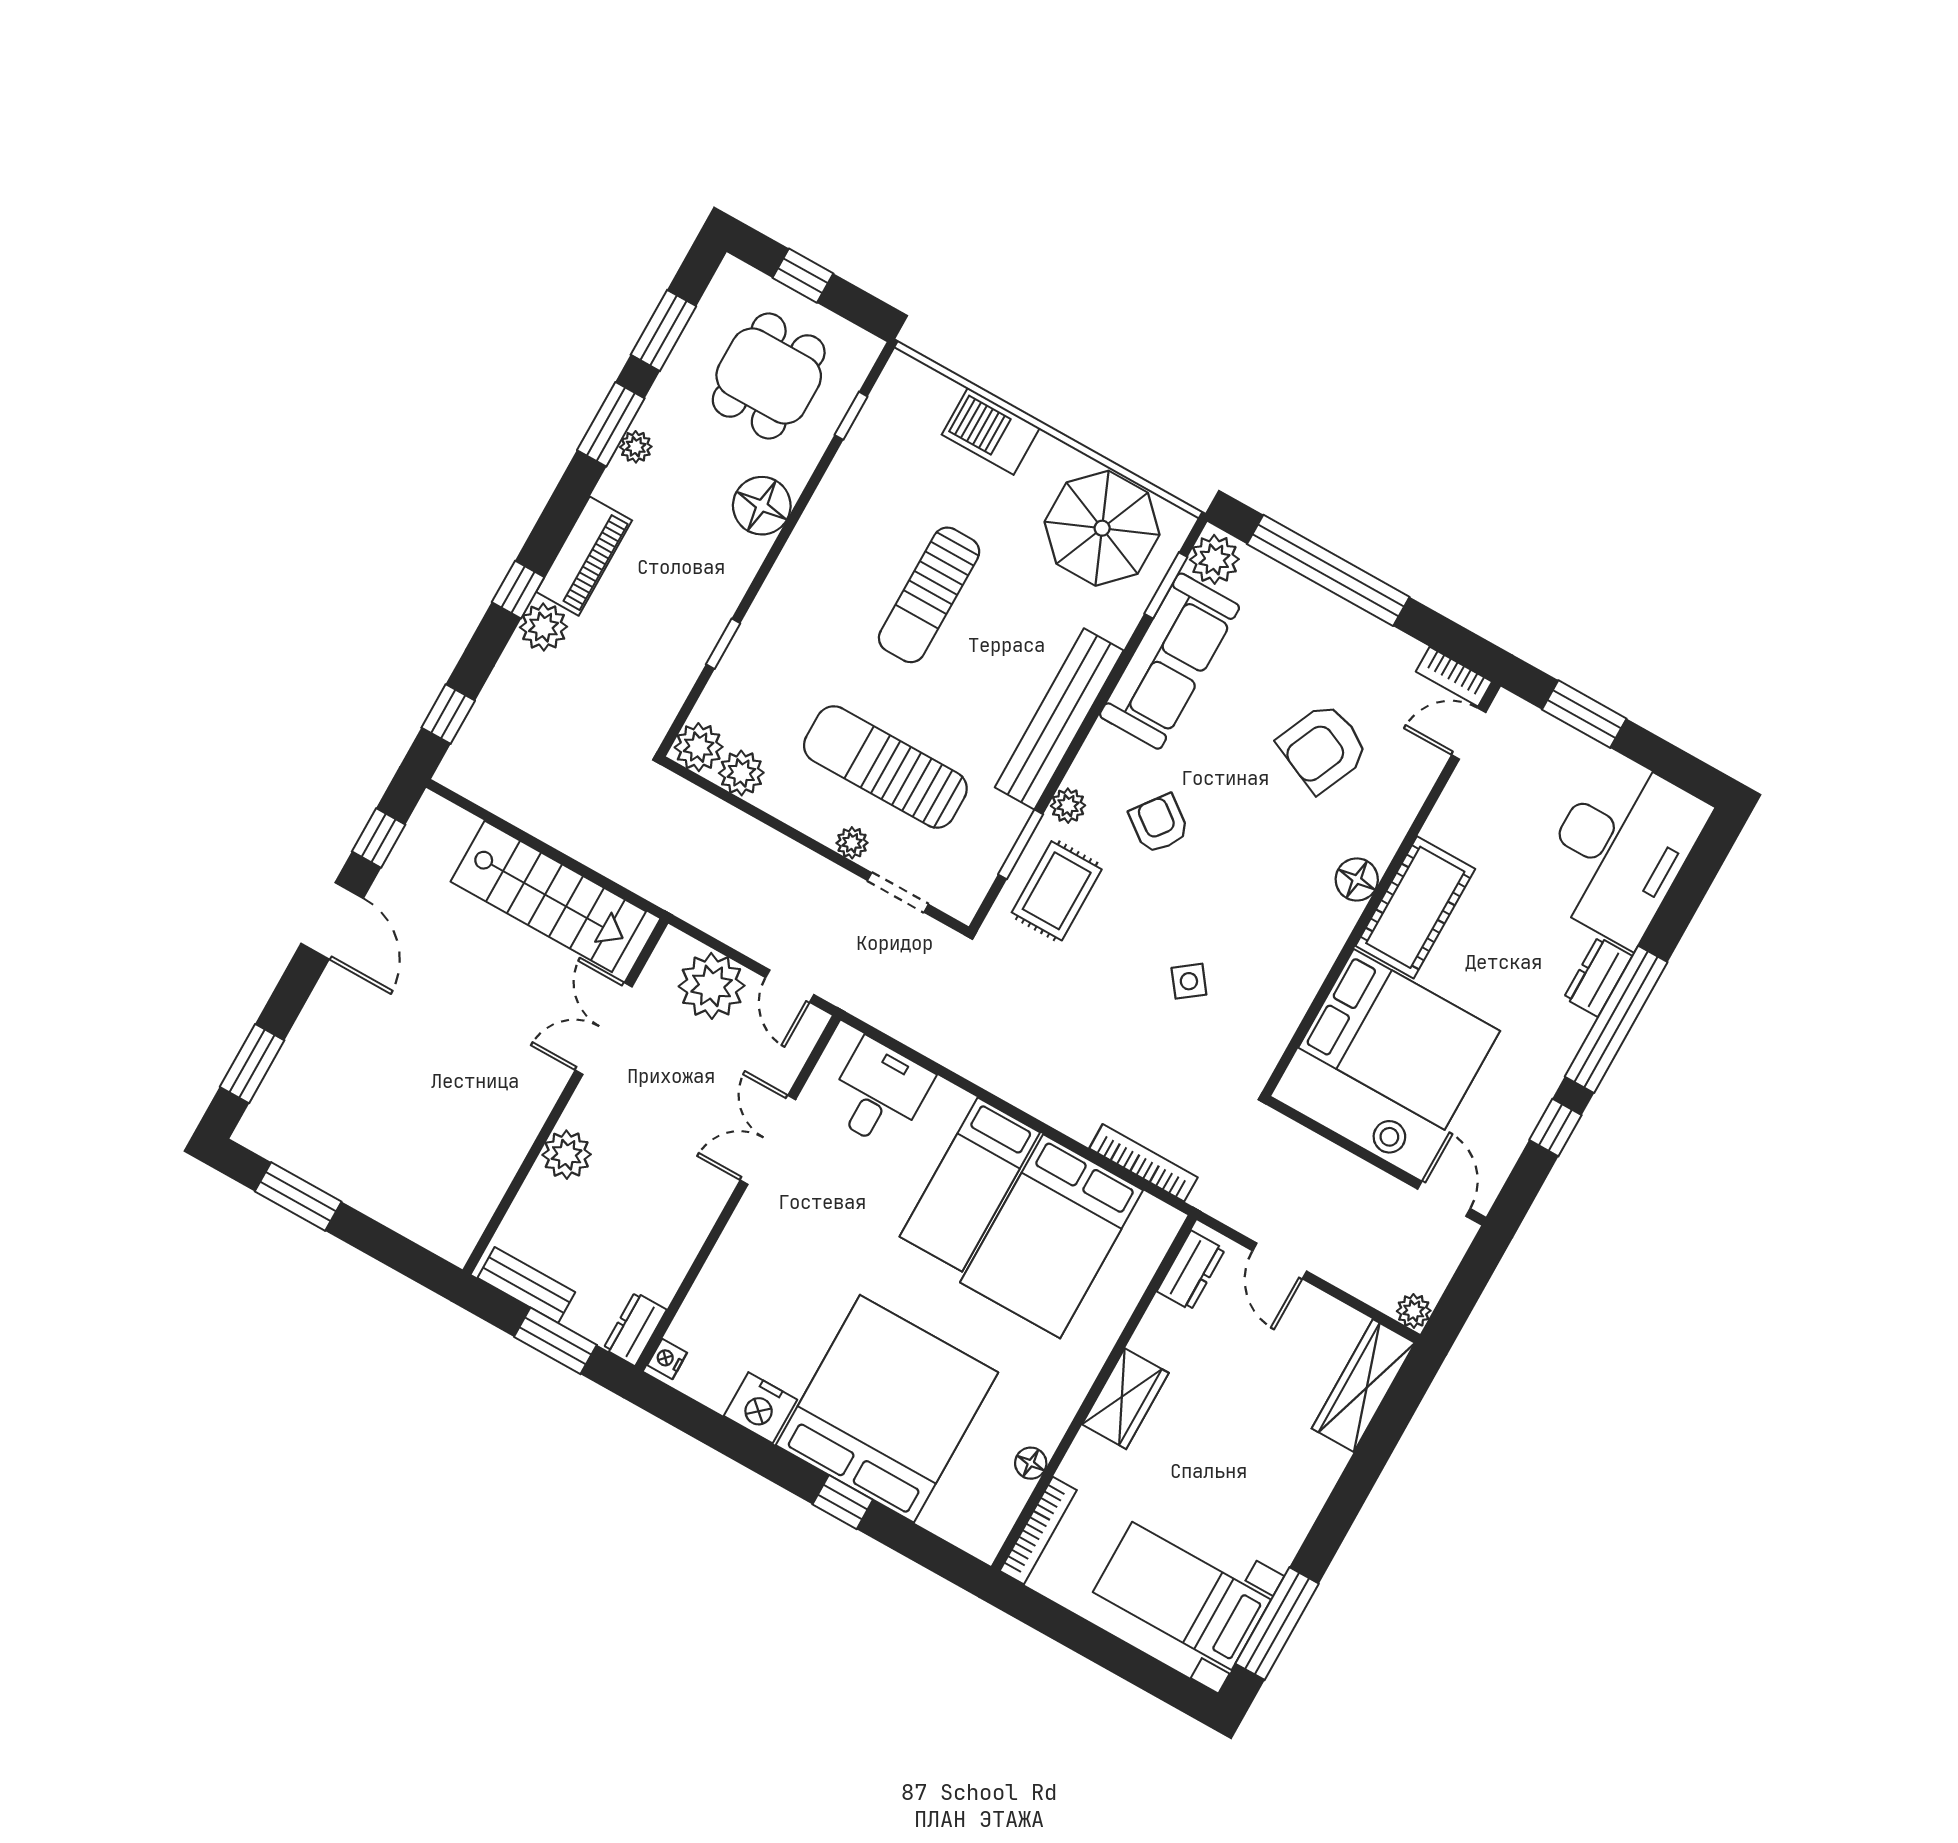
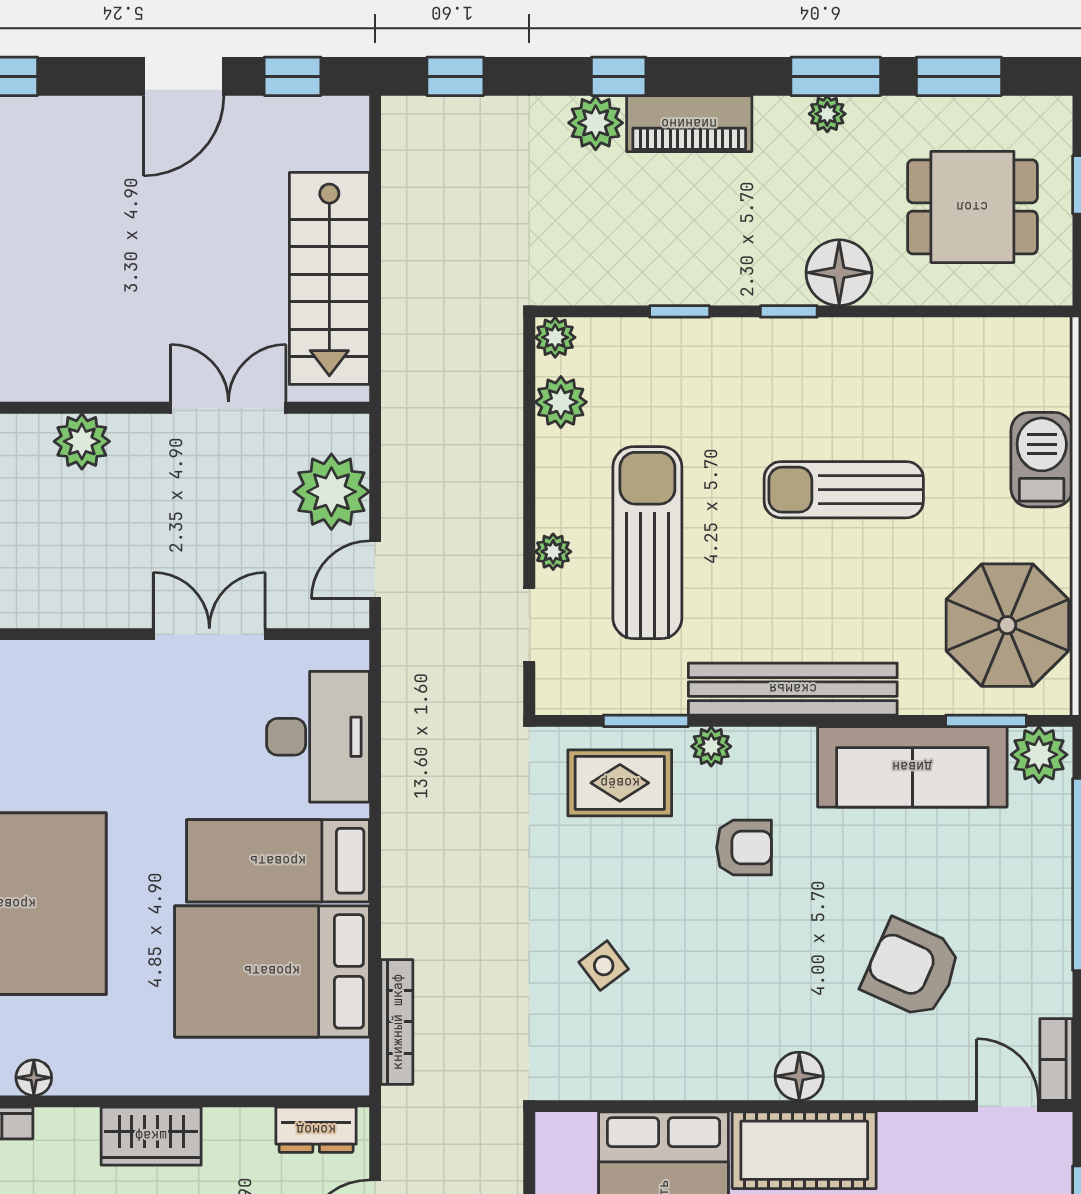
window: (851, 416) -> (789, 311), moved
plant: (699, 747) -> (555, 337), width x0.73, depth x0.73
armchair: (1159, 824) -> (744, 848), turned 53
desk: (879, 1093) -> (318, 737), width x1.37

